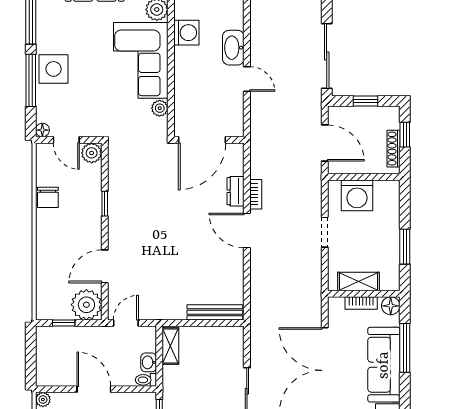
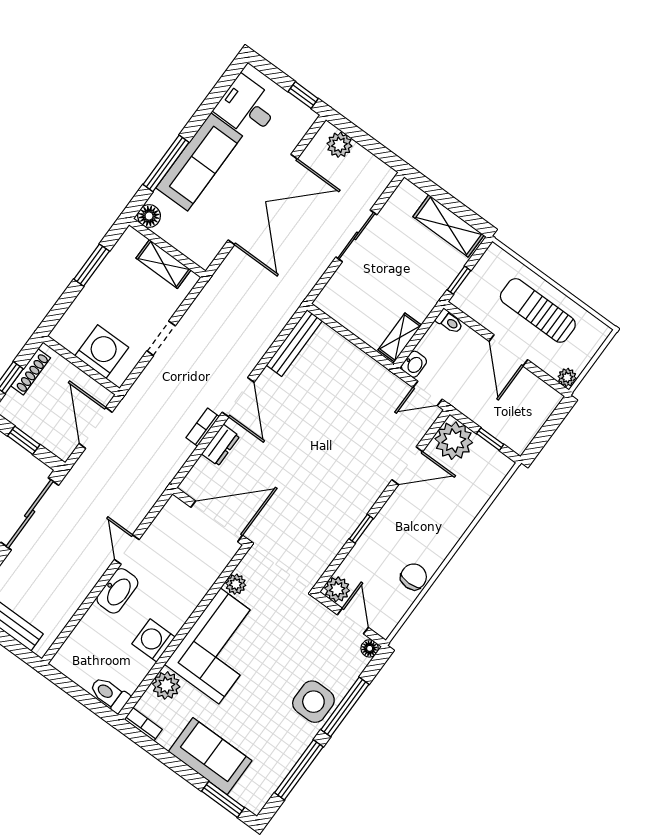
bookcase: (361, 303) -> (177, 241), removed
bench: (215, 312) -> (294, 343), moved, turned 90
washbasin: (149, 362) -> (414, 364), moved

